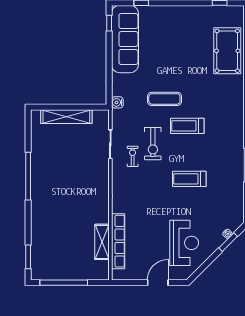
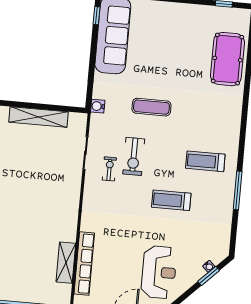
treadmill: (187, 126) -> (205, 161), moved

